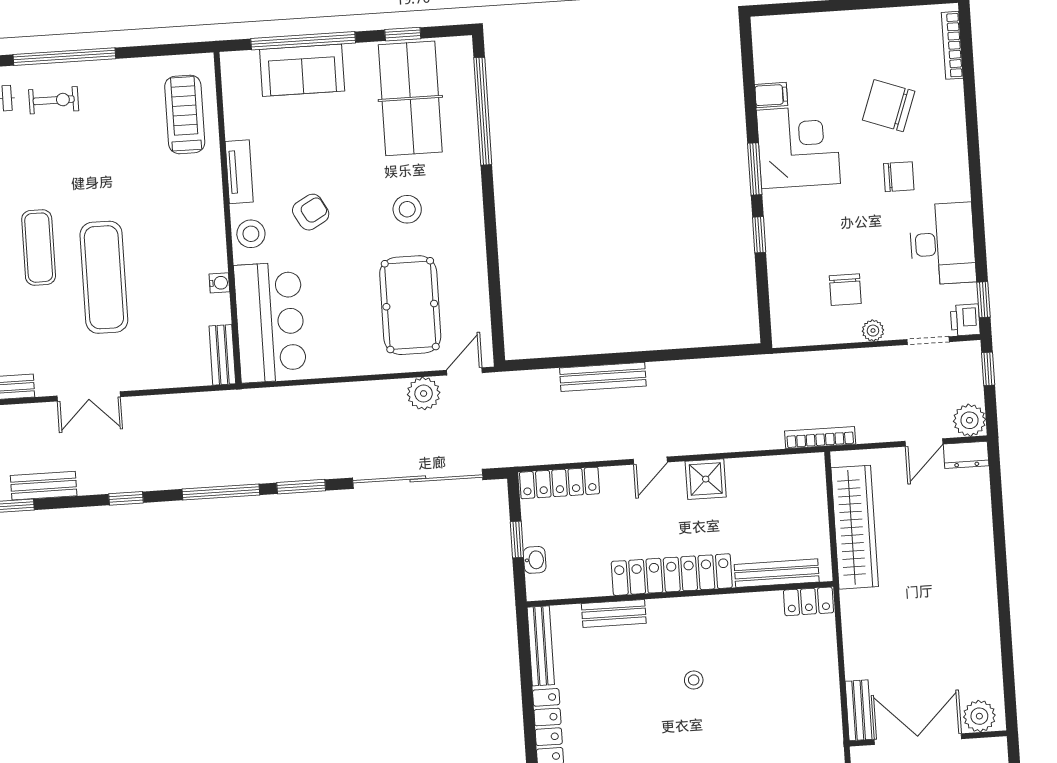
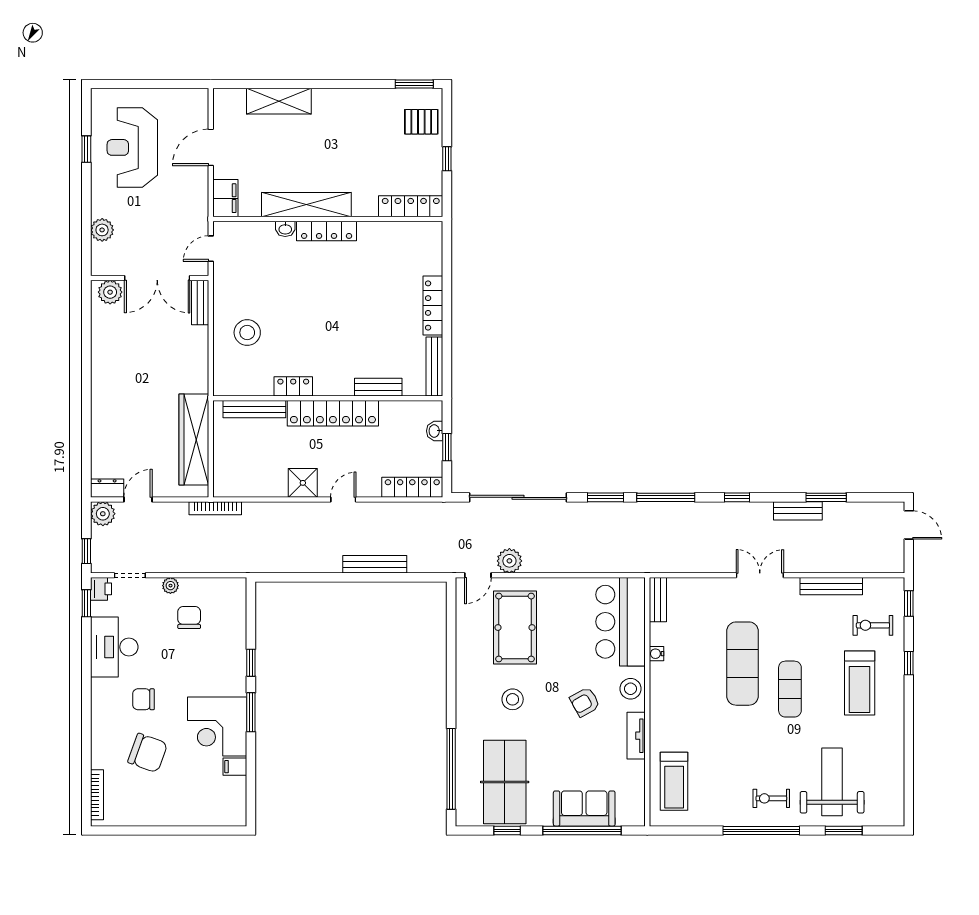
locker: (809, 601) -> (293, 386), moved
stool: (694, 680) -> (247, 333), moved, width x1.89, depth x1.89

